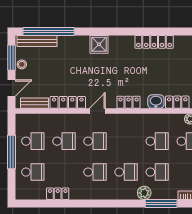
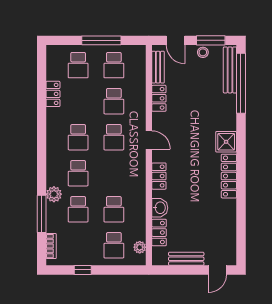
locker: (154, 42) -> (229, 176), moved
locker: (68, 102) -> (159, 98), width x0.66

